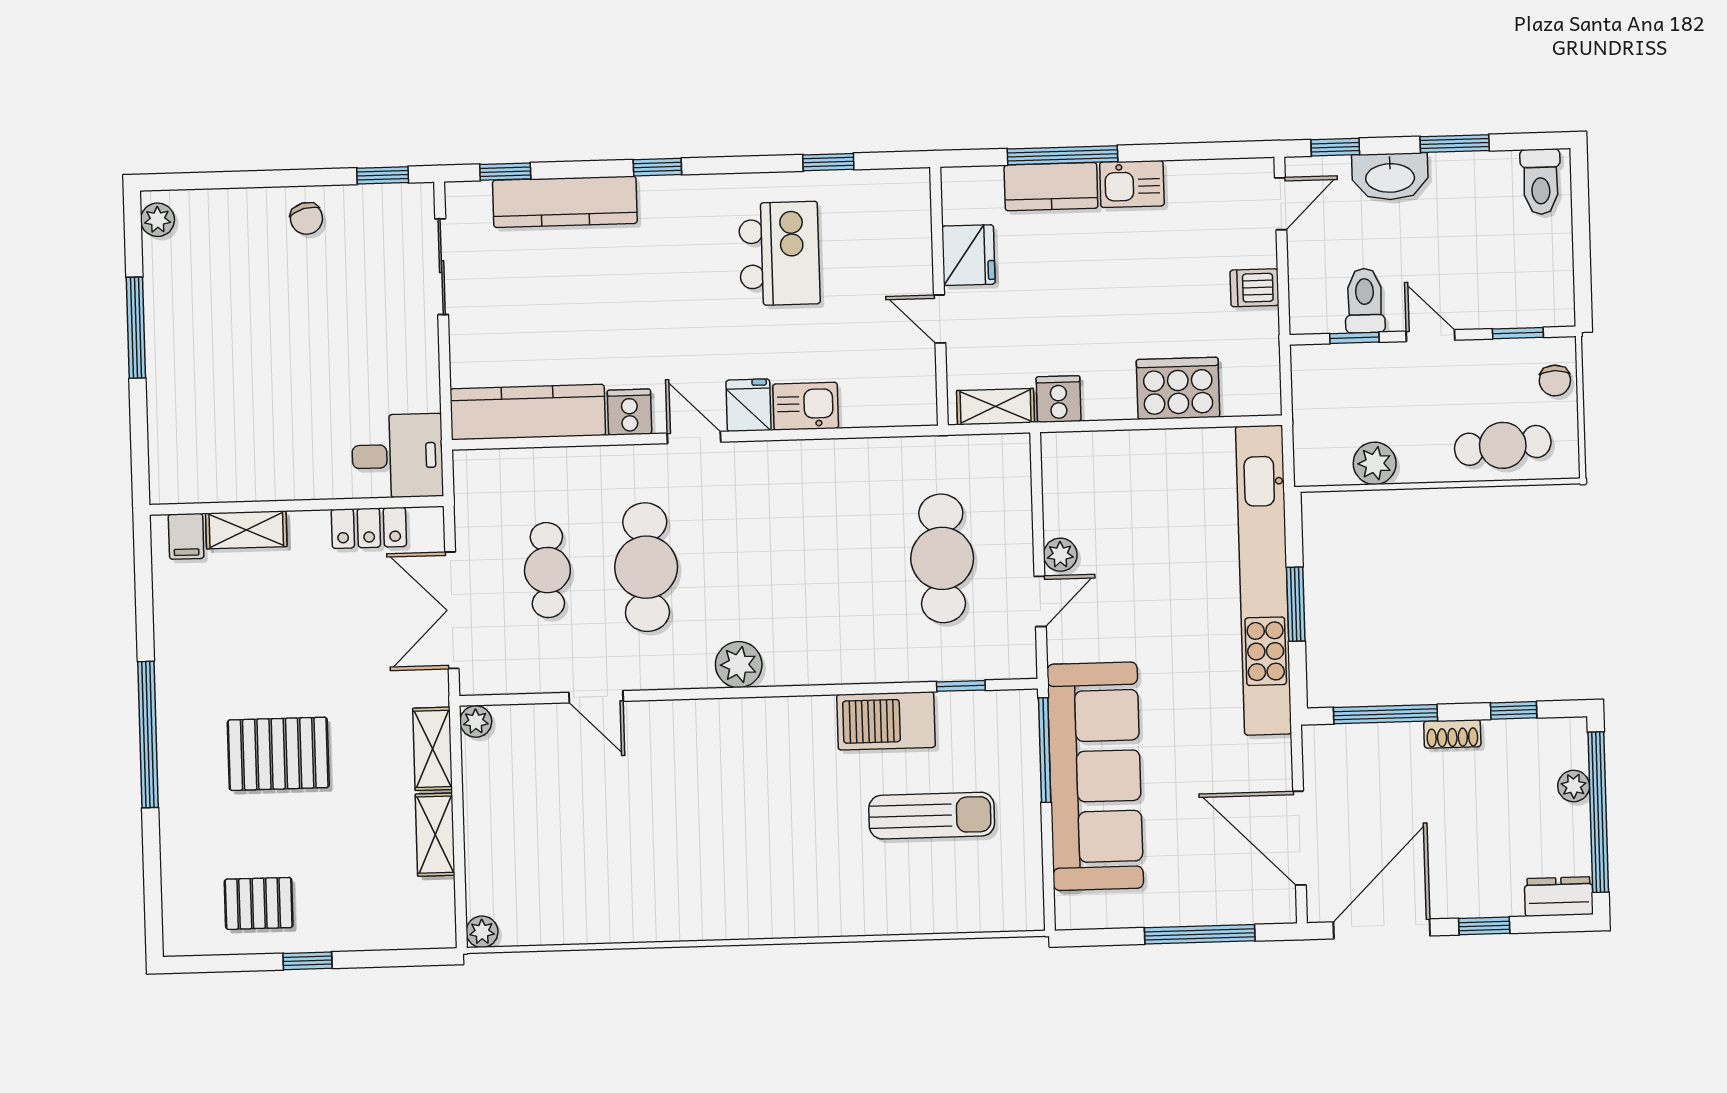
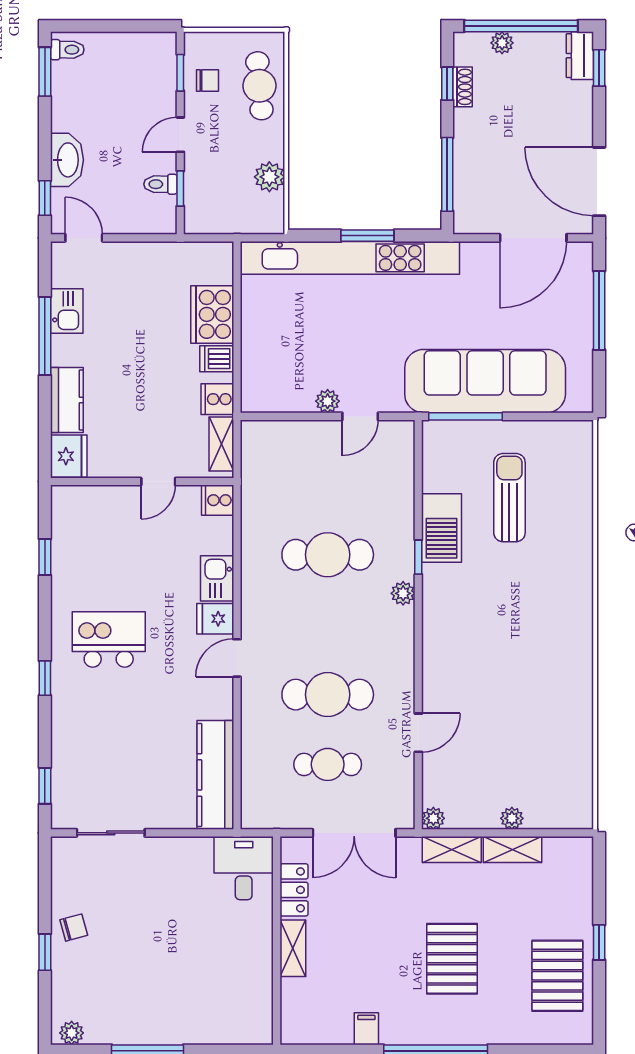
window: (1455, 144) -> (45, 72), moved
window: (1062, 155) -> (45, 336), moved
window: (383, 175) -> (45, 952), moved
toilet: (1541, 182) -> (67, 50), width x0.73, depth x0.72
kitchen sink: (1132, 184) -> (67, 311), moved
kitchen counter: (565, 202) -> (67, 744), removed
kitchen island: (779, 254) -> (109, 639), moved
fridge: (968, 255) -> (69, 456), moved, turned 90
dishwasher: (1254, 288) -> (217, 359), moved, turned 90
toilet: (1365, 301) -> (160, 184), width x0.73, depth x0.72
chair: (1555, 381) -> (207, 80), moved
cooker: (630, 412) -> (218, 500), moved
shelving: (246, 530) -> (293, 948), moved
filing cabinet: (186, 536) -> (366, 1029), moved, turned -90
cafe table: (942, 558) -> (328, 555), moved
door: (1040, 601) -> (360, 416), swing flipped
plant: (739, 665) -> (403, 593), moved, width x0.73, depth x0.73
window: (961, 686) -> (418, 557), moved
shoe rack: (1452, 734) -> (463, 87), moved
pallet: (259, 903) -> (557, 976), width x1.50, depth x1.42
window: (1484, 926) -> (599, 68), moved
plant: (482, 932) -> (512, 818), moved

